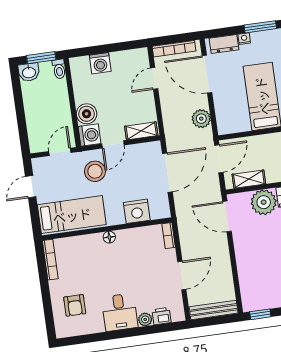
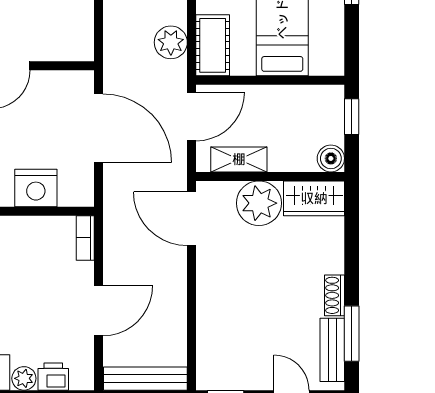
cot: (225, 117) -> (213, 45), added
shelving: (141, 131) -> (63, 49), removed
door: (167, 173) -> (98, 128), hinge flipped

